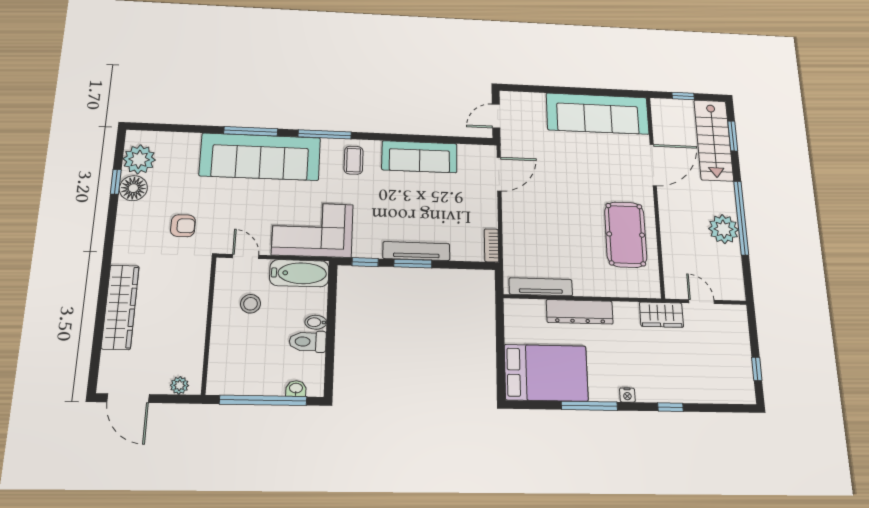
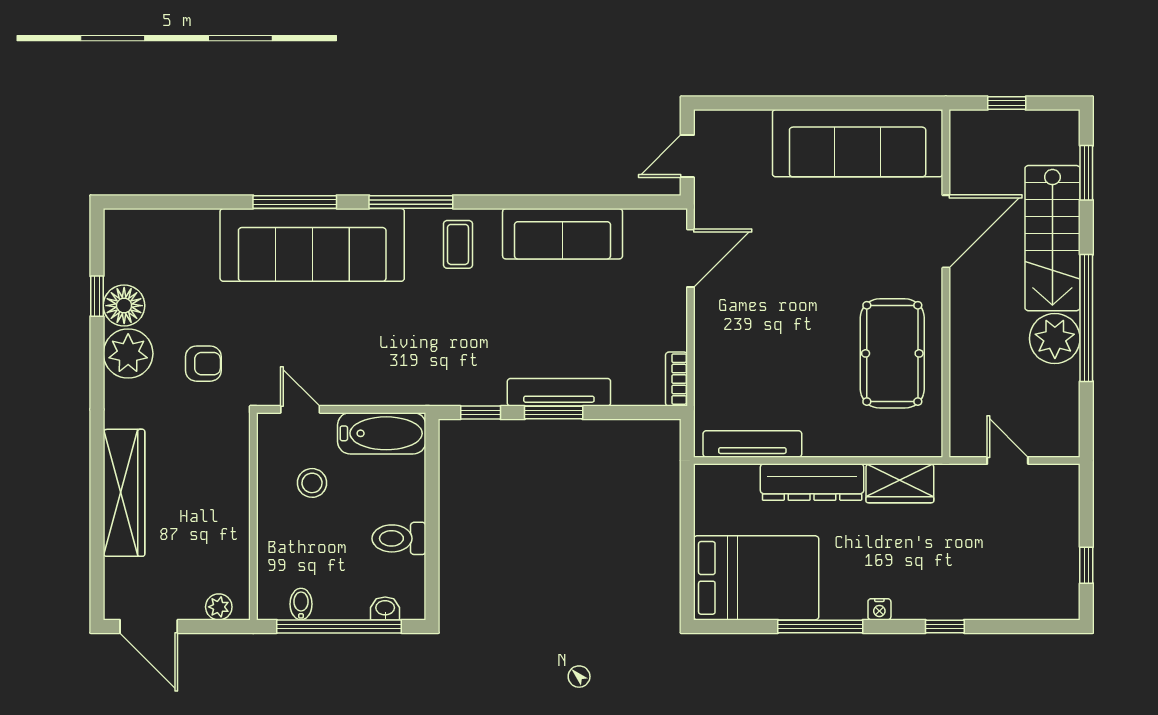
stairs: (714, 140) -> (1052, 238), moved
plant: (139, 159) -> (128, 354), moved
corner sofa: (312, 230) -> (398, 363), removed
wardrobe: (661, 315) -> (900, 483), moved
bidet: (316, 322) -> (301, 604), moved, turned 90

